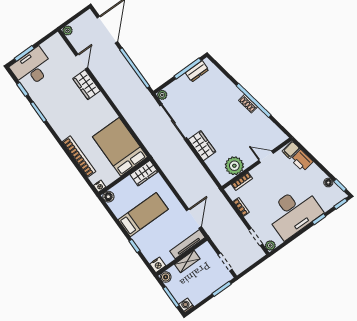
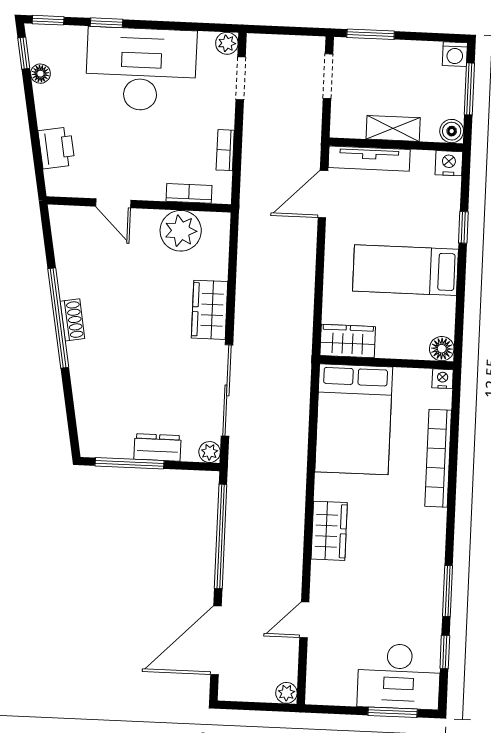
dresser: (197, 71) -> (157, 447), moved
wardrobe: (86, 85) -> (329, 531), moved
filing cabinet: (291, 150) -> (61, 181), removed

